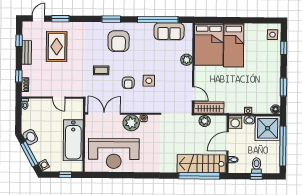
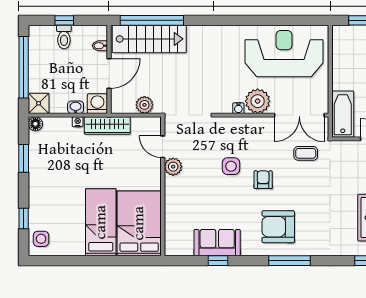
window: (111, 19) -> (290, 261), width x1.44
window: (158, 20) -> (218, 261), width x0.32
sofa: (169, 31) -> (217, 243), moved
armchair: (119, 41) -> (278, 227), turned -90
plant: (187, 60) -> (173, 167), moved
coffee table: (101, 70) -> (306, 153), moved
armchair: (128, 83) -> (263, 180), moved
wardrobe: (209, 108) -> (107, 126), moved
shower: (268, 128) -> (39, 103), width x0.54, depth x0.54
bathtub: (73, 140) -> (343, 114), moved, width x0.73, depth x0.73

